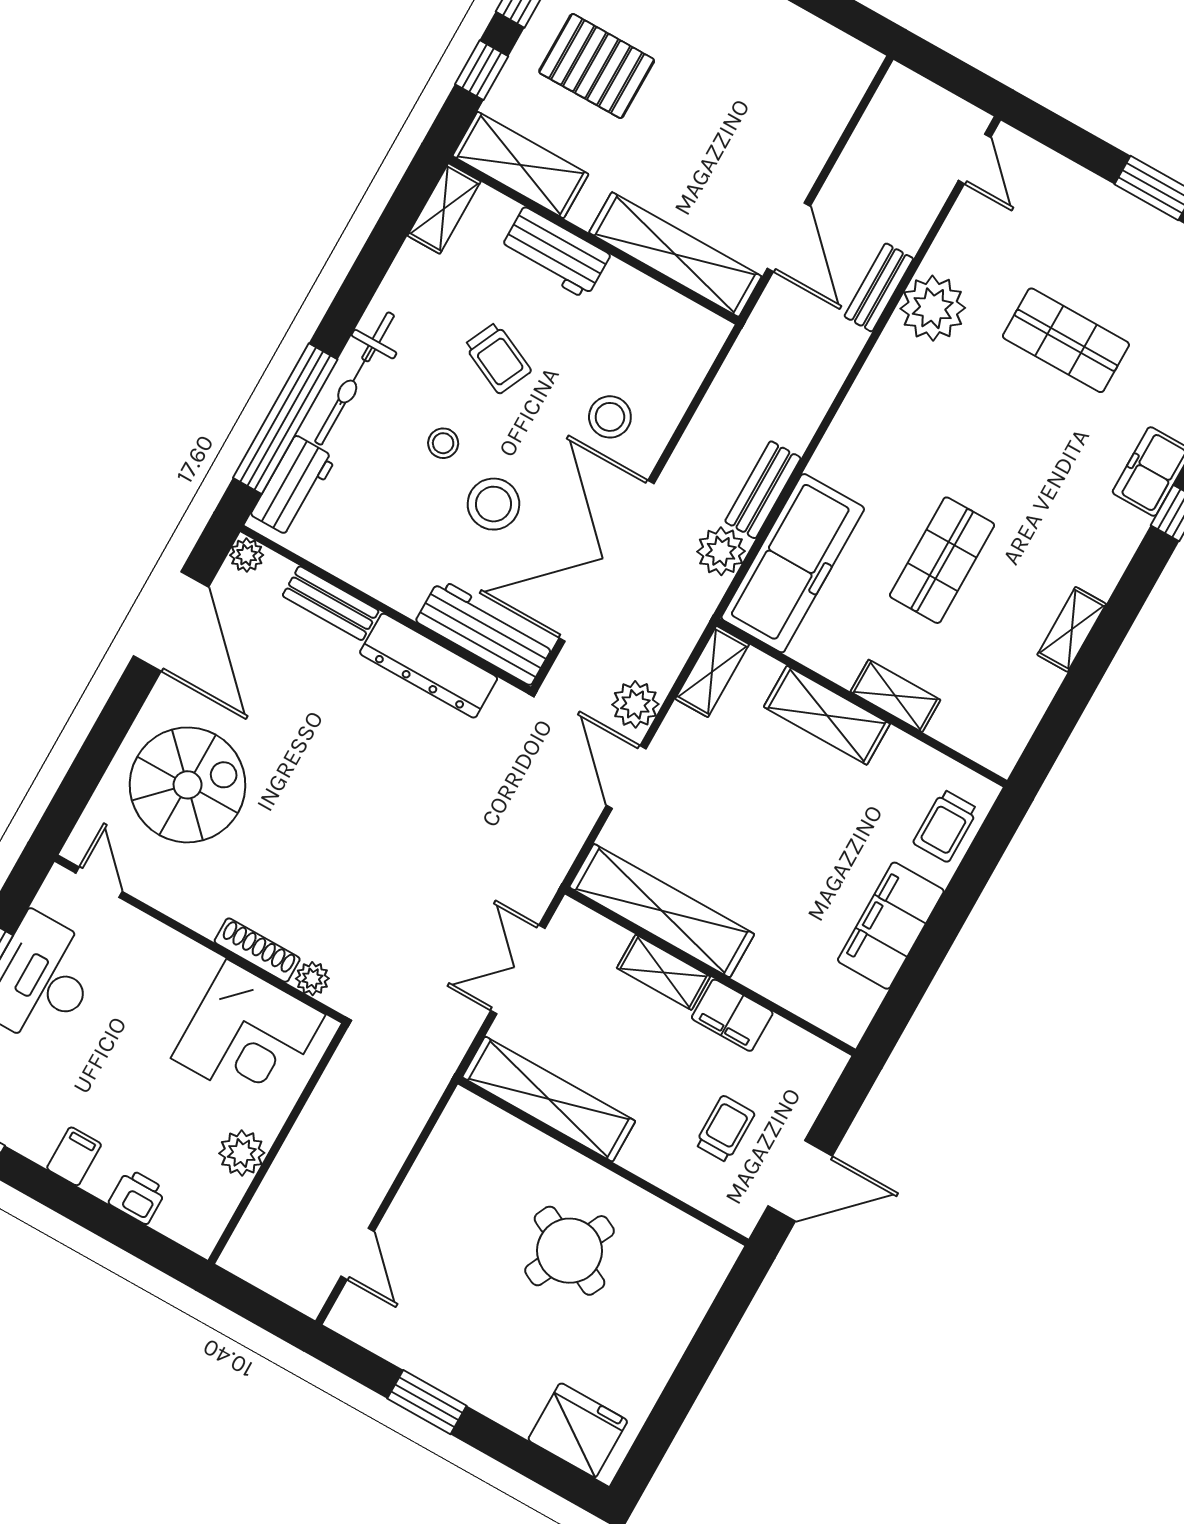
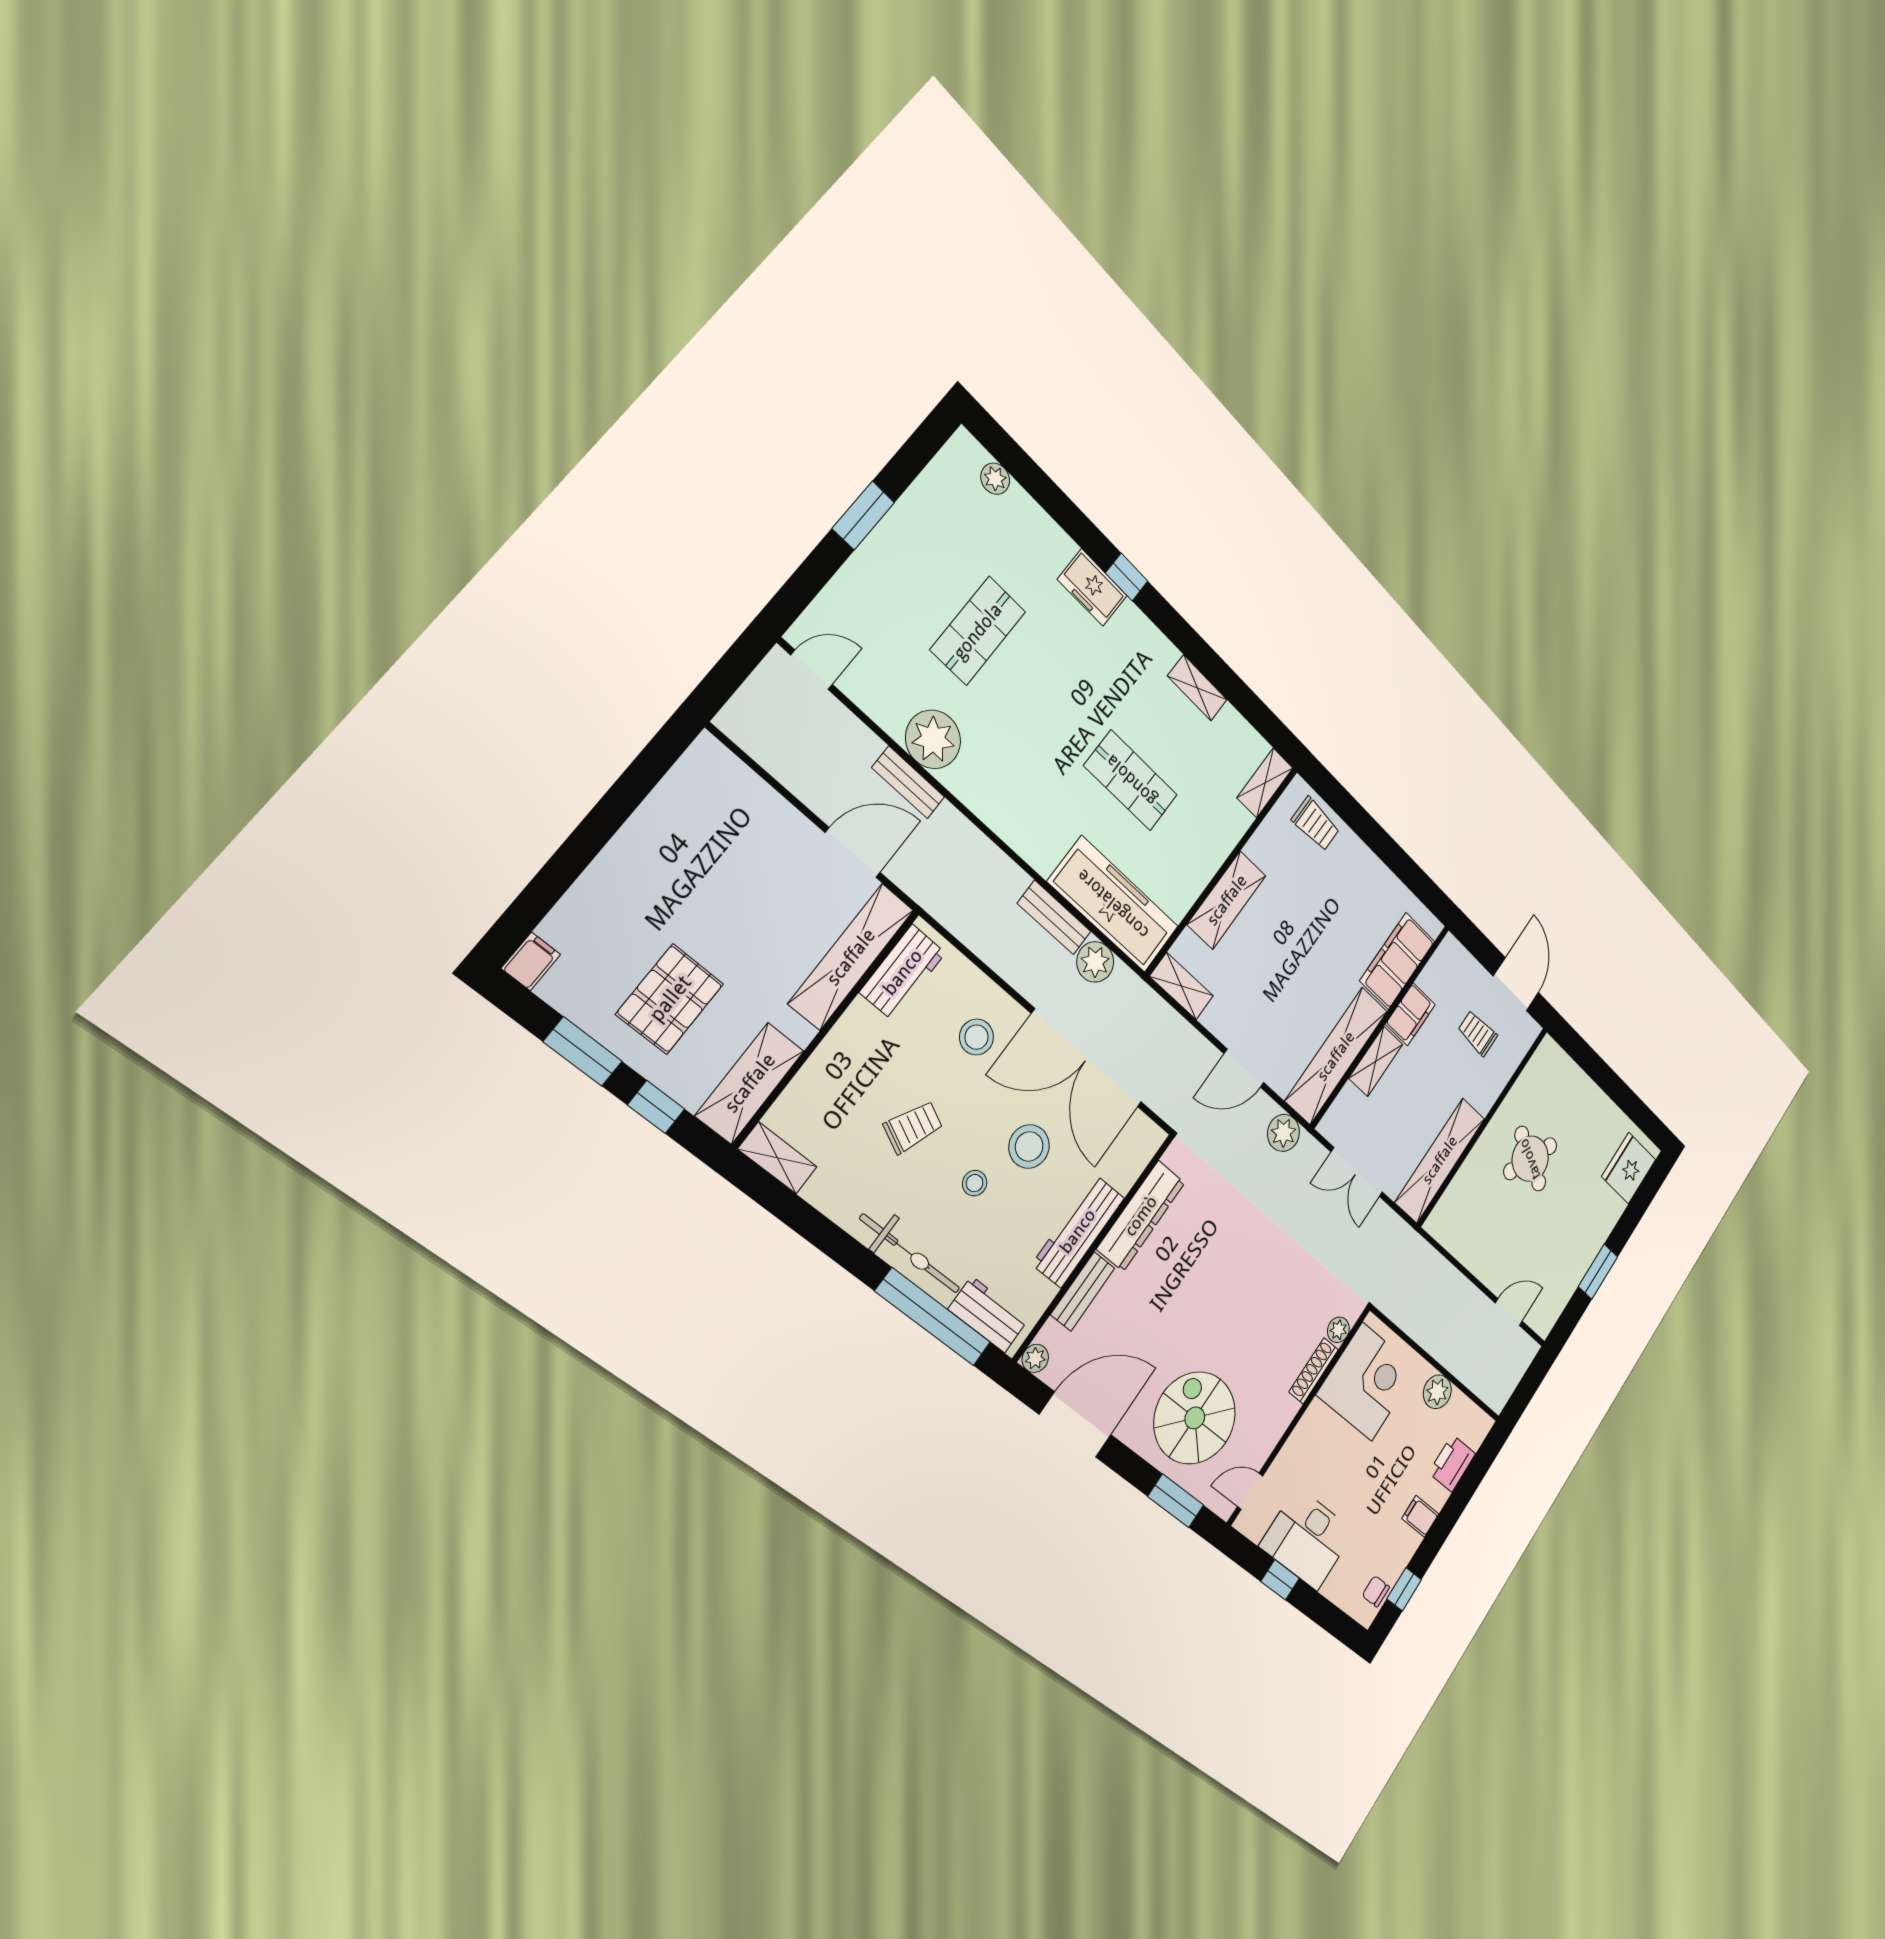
workbench: (555, 253) -> (903, 972), moved
workbench: (485, 632) -> (1078, 1231), moved
shelving: (895, 696) -> (1265, 783), moved
plant: (635, 704) -> (1283, 1133), moved
window: (84, 776) -> (1176, 1501), added
filing cabinet: (891, 926) -> (1397, 961), moved, turned 90
printer: (137, 1196) -> (1452, 1463), width x1.36, depth x1.24

